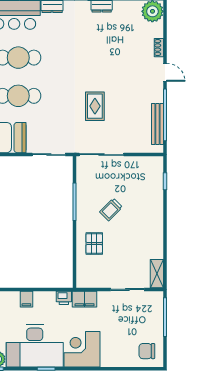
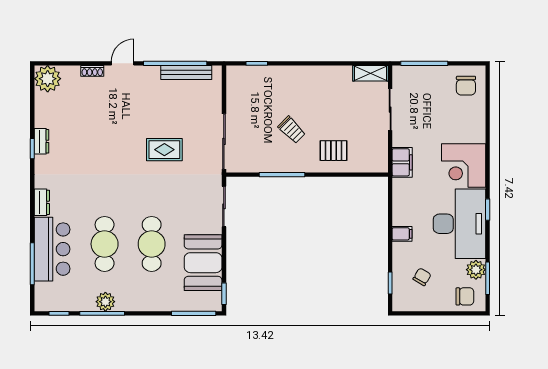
printer: (64, 298) -> (400, 188), removed

